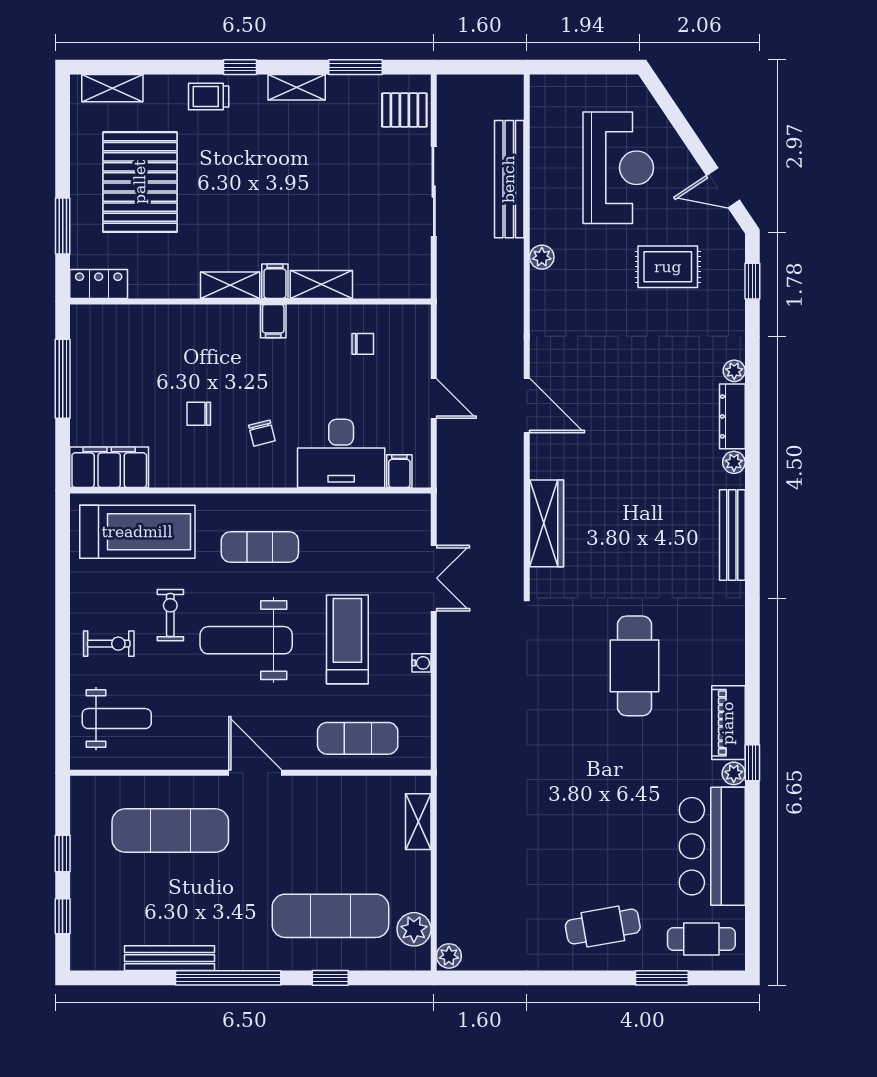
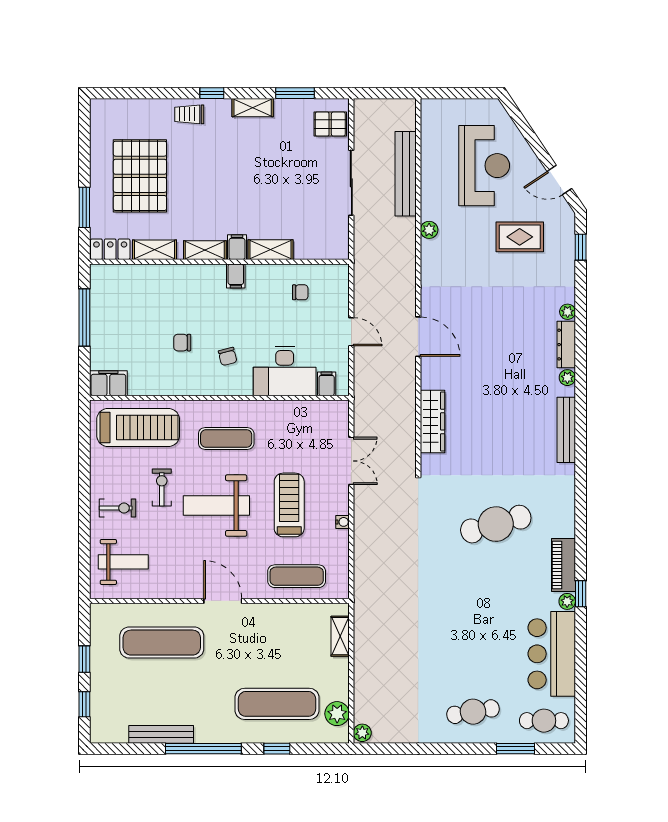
shelving: (112, 88) -> (154, 250), moved
filing cabinet: (109, 467) -> (108, 383), width x0.67, depth x0.86
cafe table: (634, 666) -> (496, 524), turned 74

